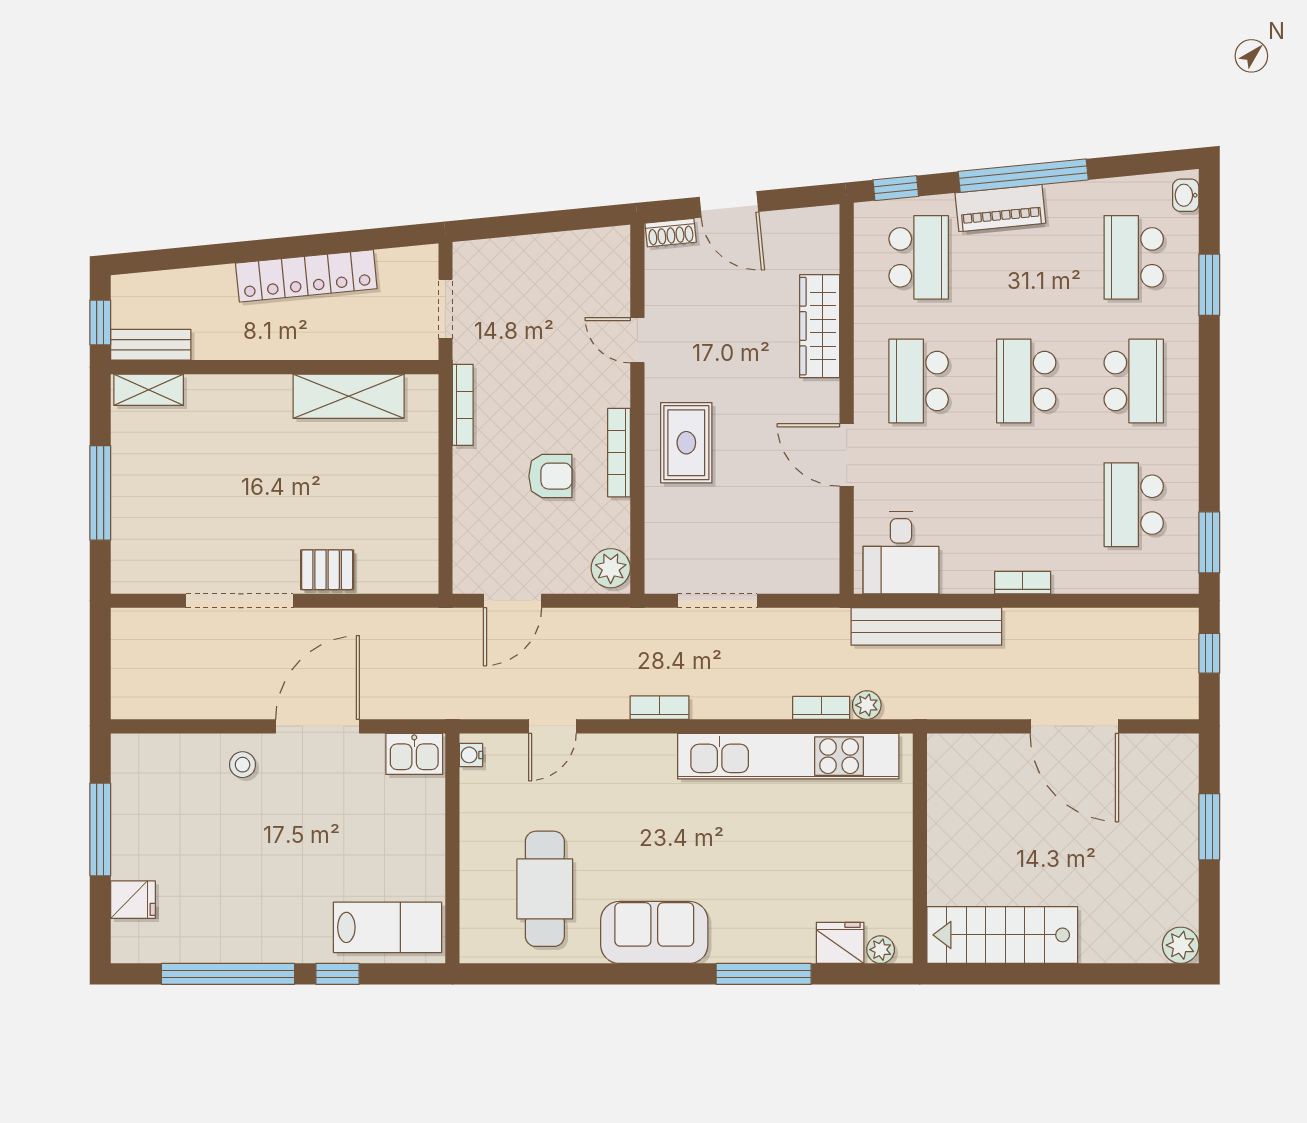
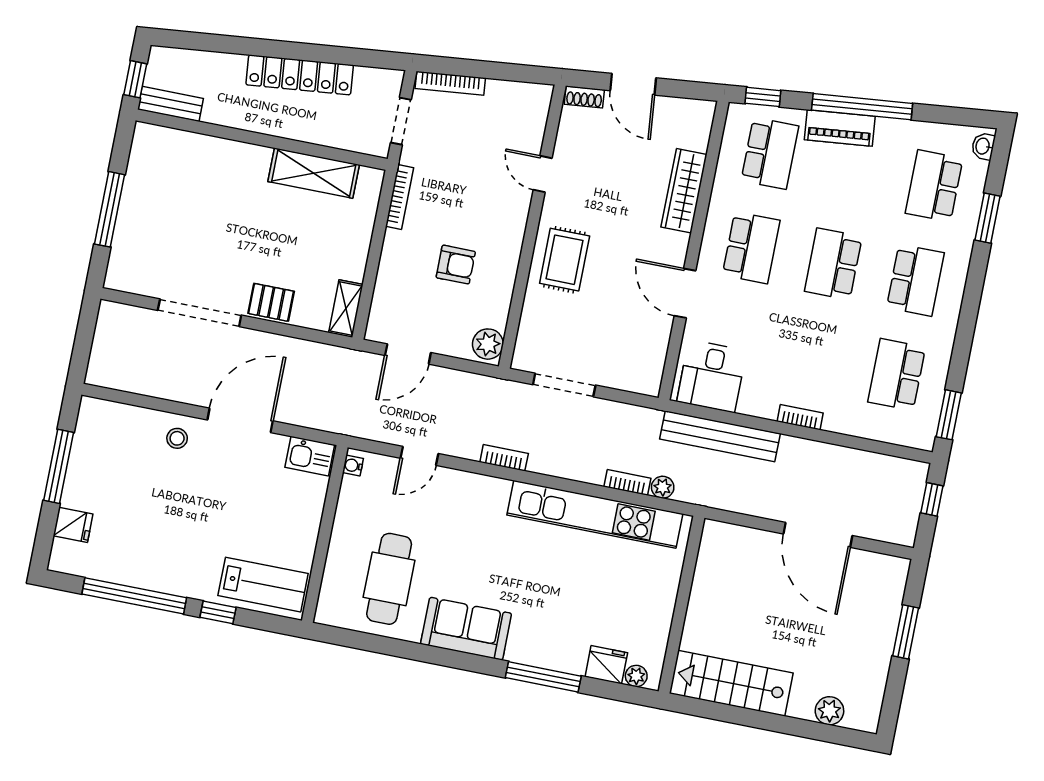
school desk: (919, 381) -> (751, 248), turned 180
shelving: (149, 390) -> (346, 309), moved, turned 90
bookcase: (619, 453) -> (450, 83), moved, turned -96
plant: (1181, 945) -> (829, 711), moved

